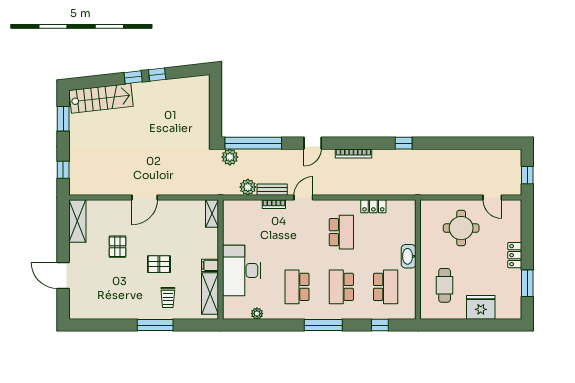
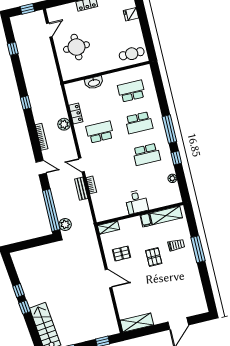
window: (479, 143) -> (13, 49), added
plant: (248, 187) -> (64, 124), moved
pallet: (118, 247) -> (122, 254), moved
washbasin: (409, 256) -> (94, 83), moved
desk: (242, 270) -> (136, 202), width x0.53, depth x0.77
cafe table: (445, 285) -> (132, 54), moved
fridge: (481, 307) -> (131, 14), width x0.53, depth x0.75
window: (380, 325) -> (176, 158), moved

